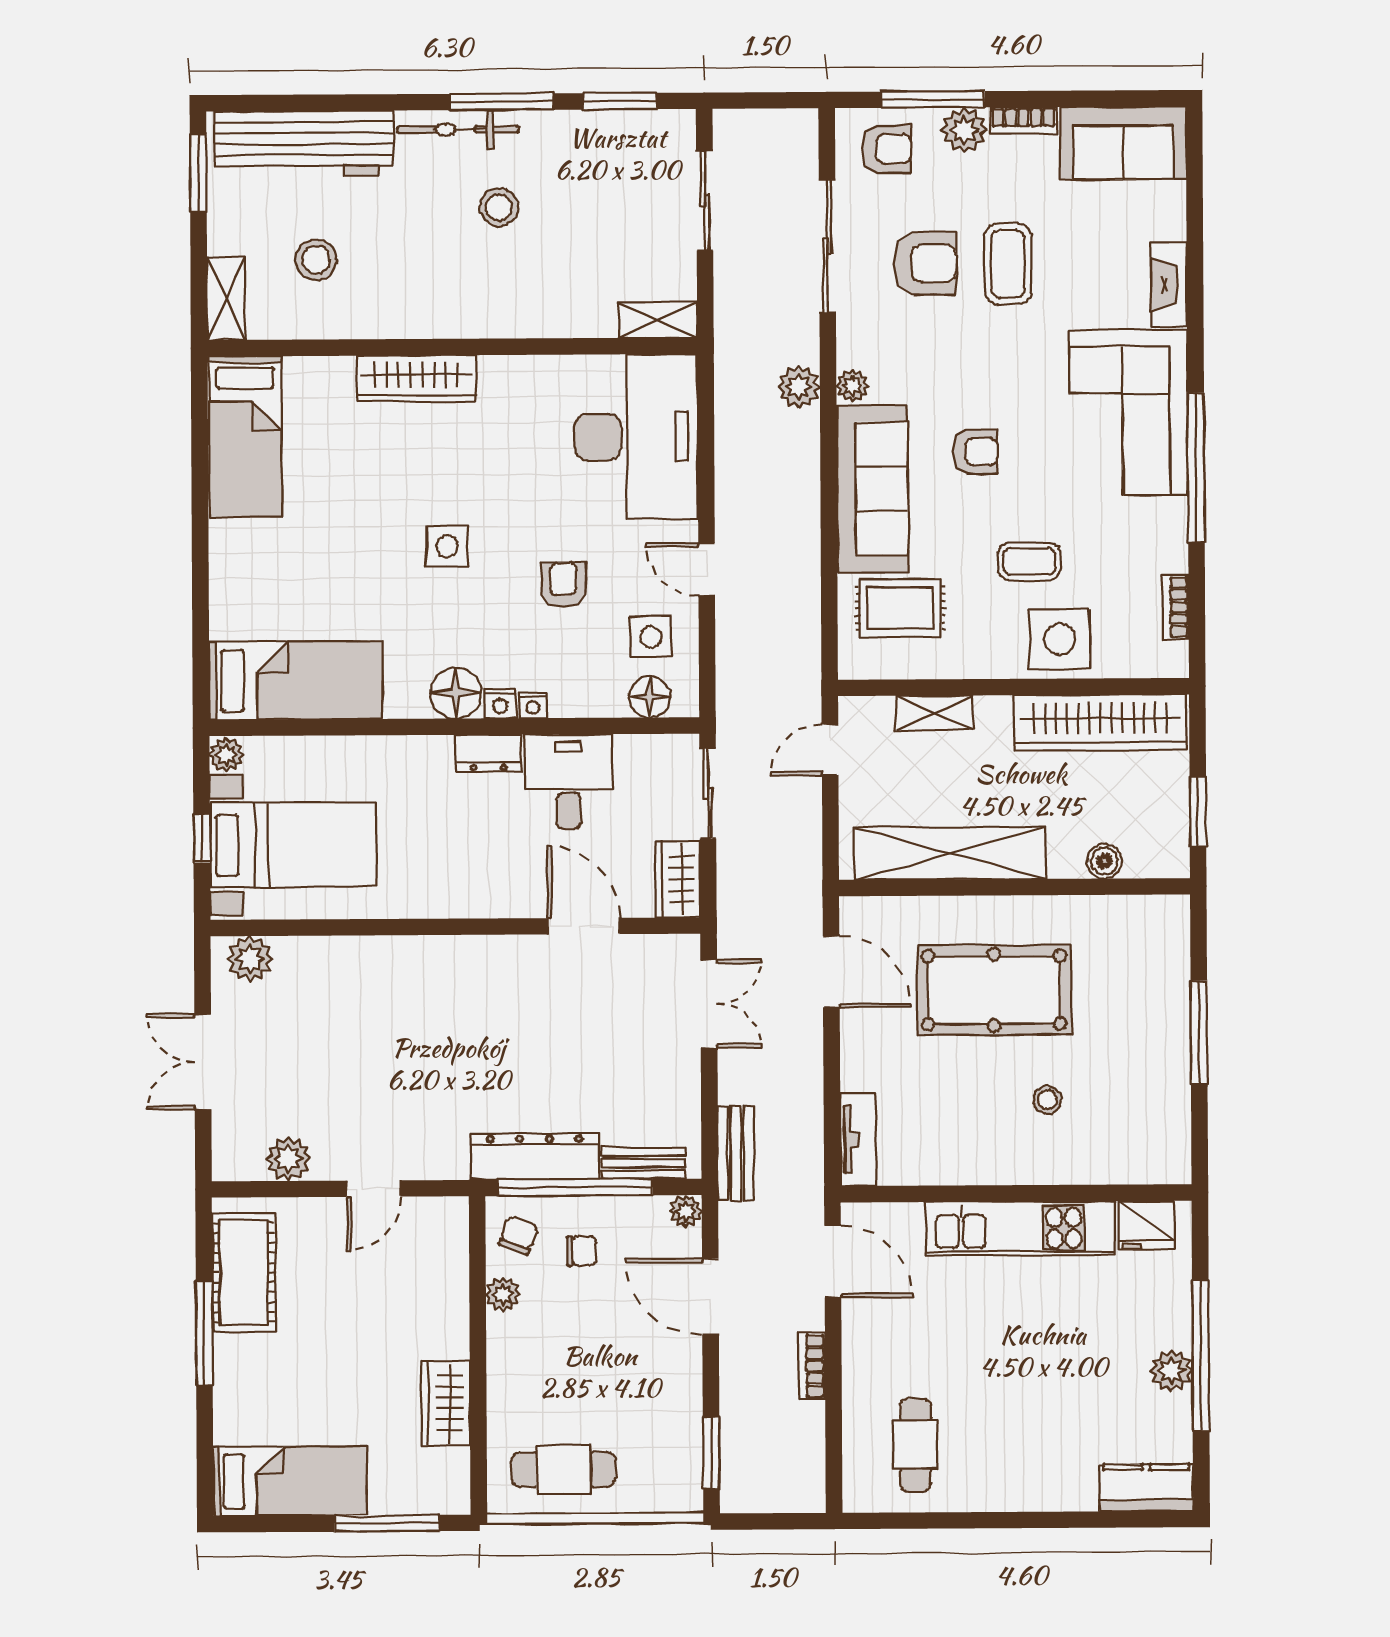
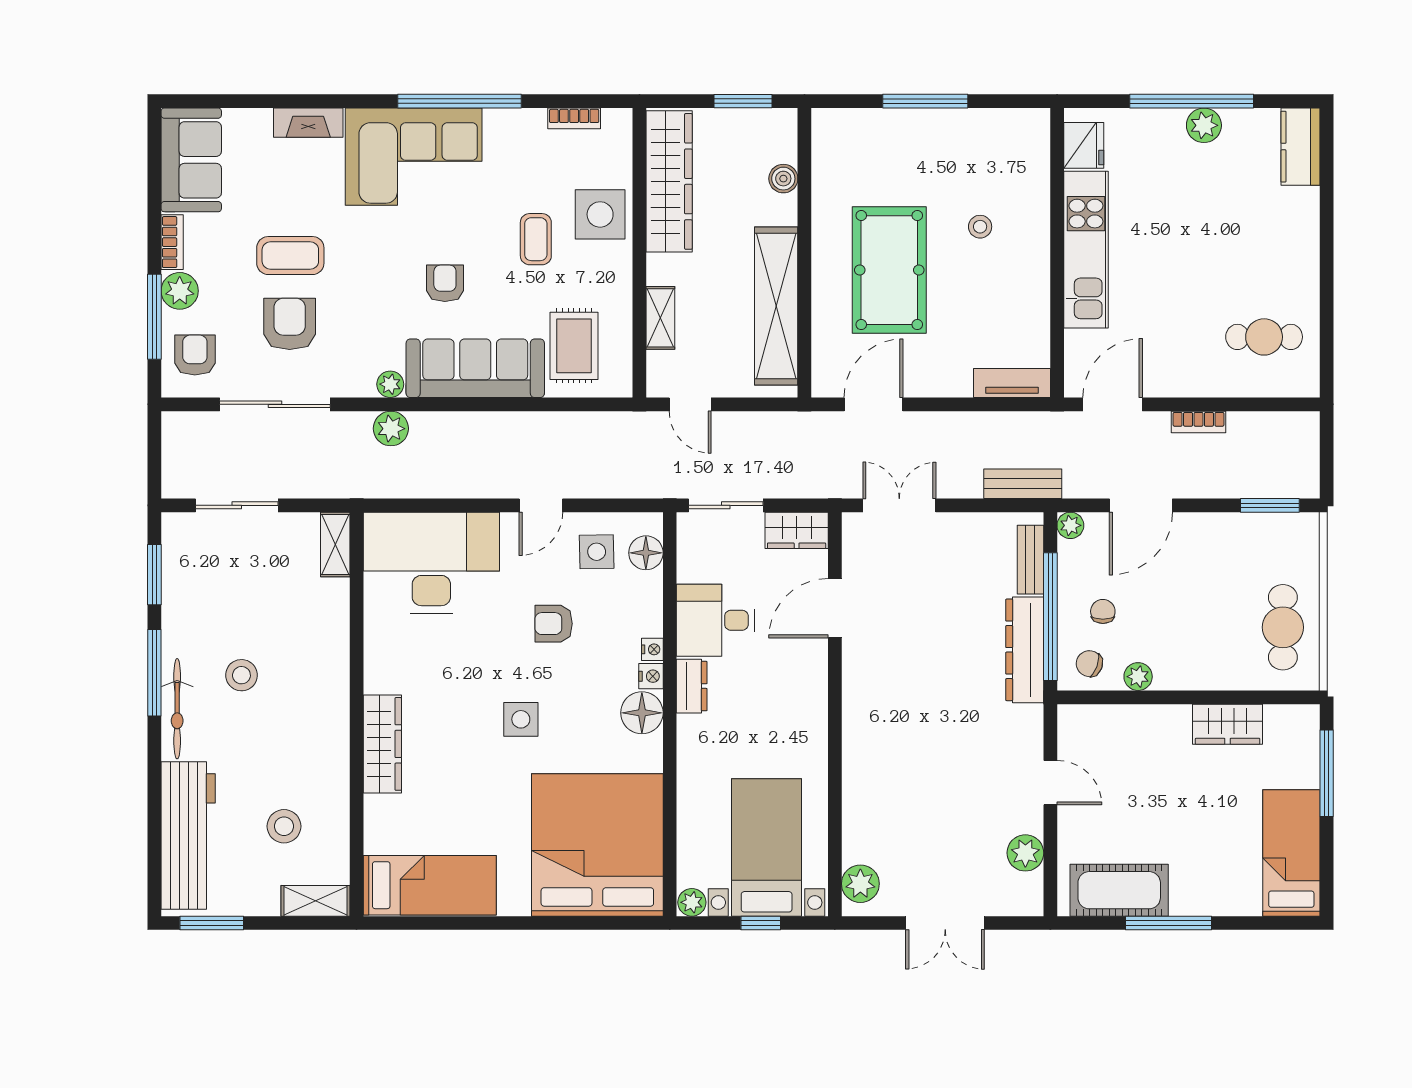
bed: (296, 680) -> (597, 845), width x2.04

